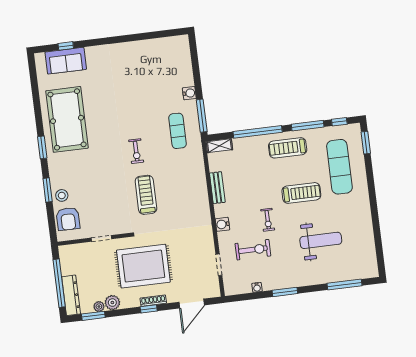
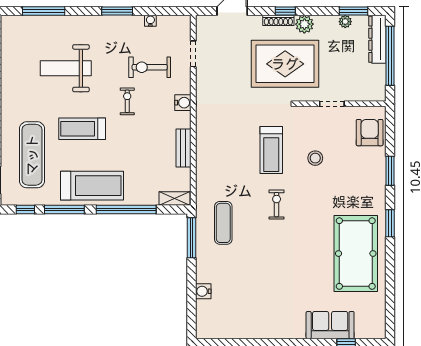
sofa: (66, 61) -> (330, 325), moved
water cooler: (189, 93) -> (203, 291), moved
treadmill: (288, 148) -> (92, 186), width x1.37, depth x1.38
stool: (62, 195) -> (315, 158), moved
plant: (112, 303) -> (304, 24), moved

